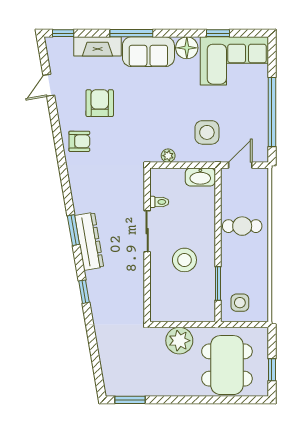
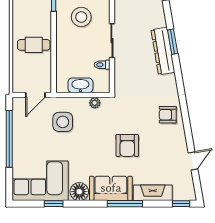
armchair: (100, 103) -> (127, 145), moved
washbasin: (200, 177) -> (80, 85), moved
dresser: (89, 241) -> (163, 51), moved

